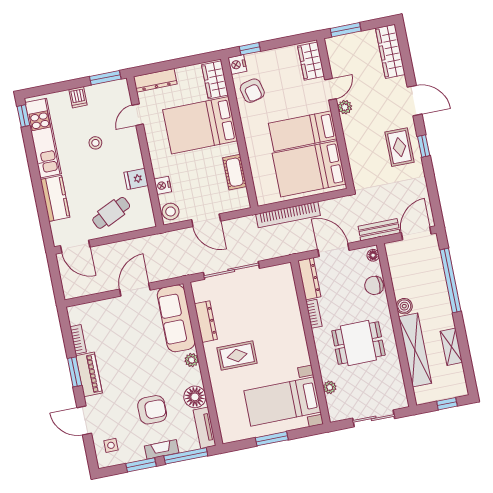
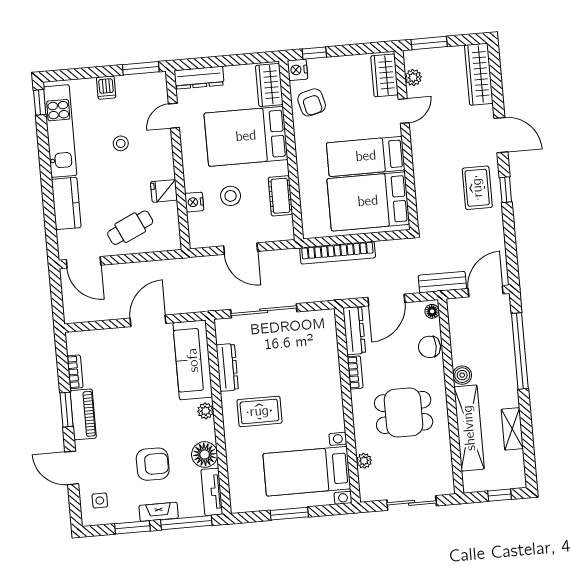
plant: (345, 107) -> (413, 77), moved
stool: (171, 211) -> (231, 196), moved
door: (333, 250) -> (386, 300), swing flipped

